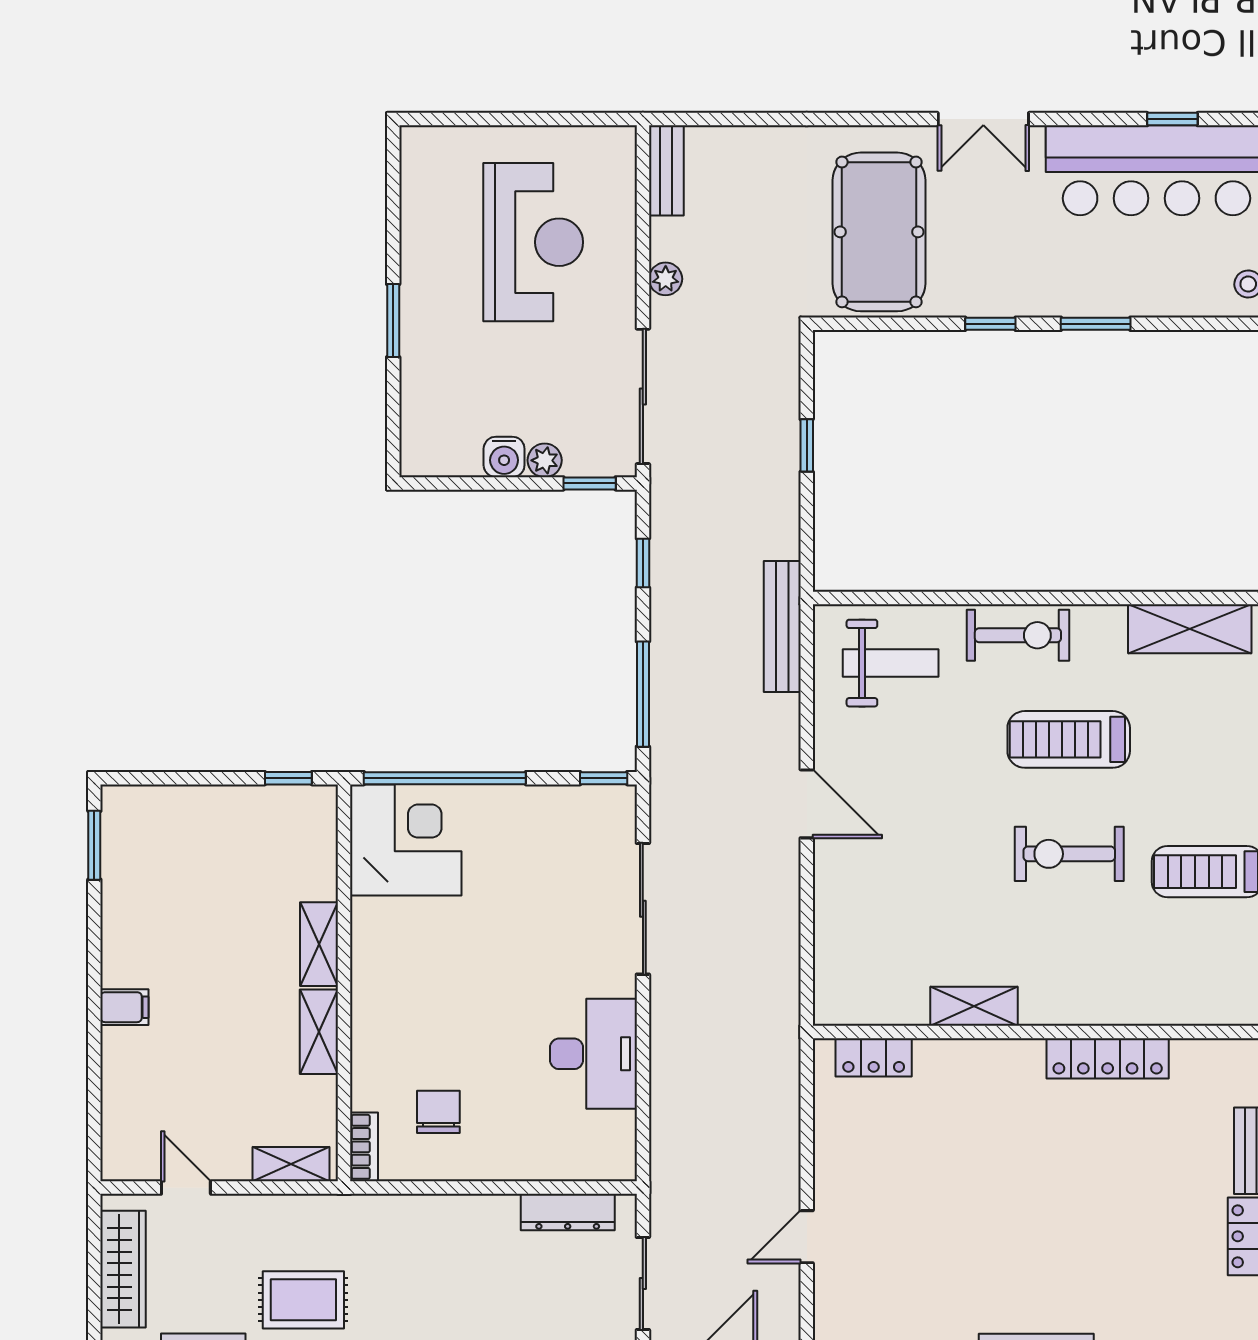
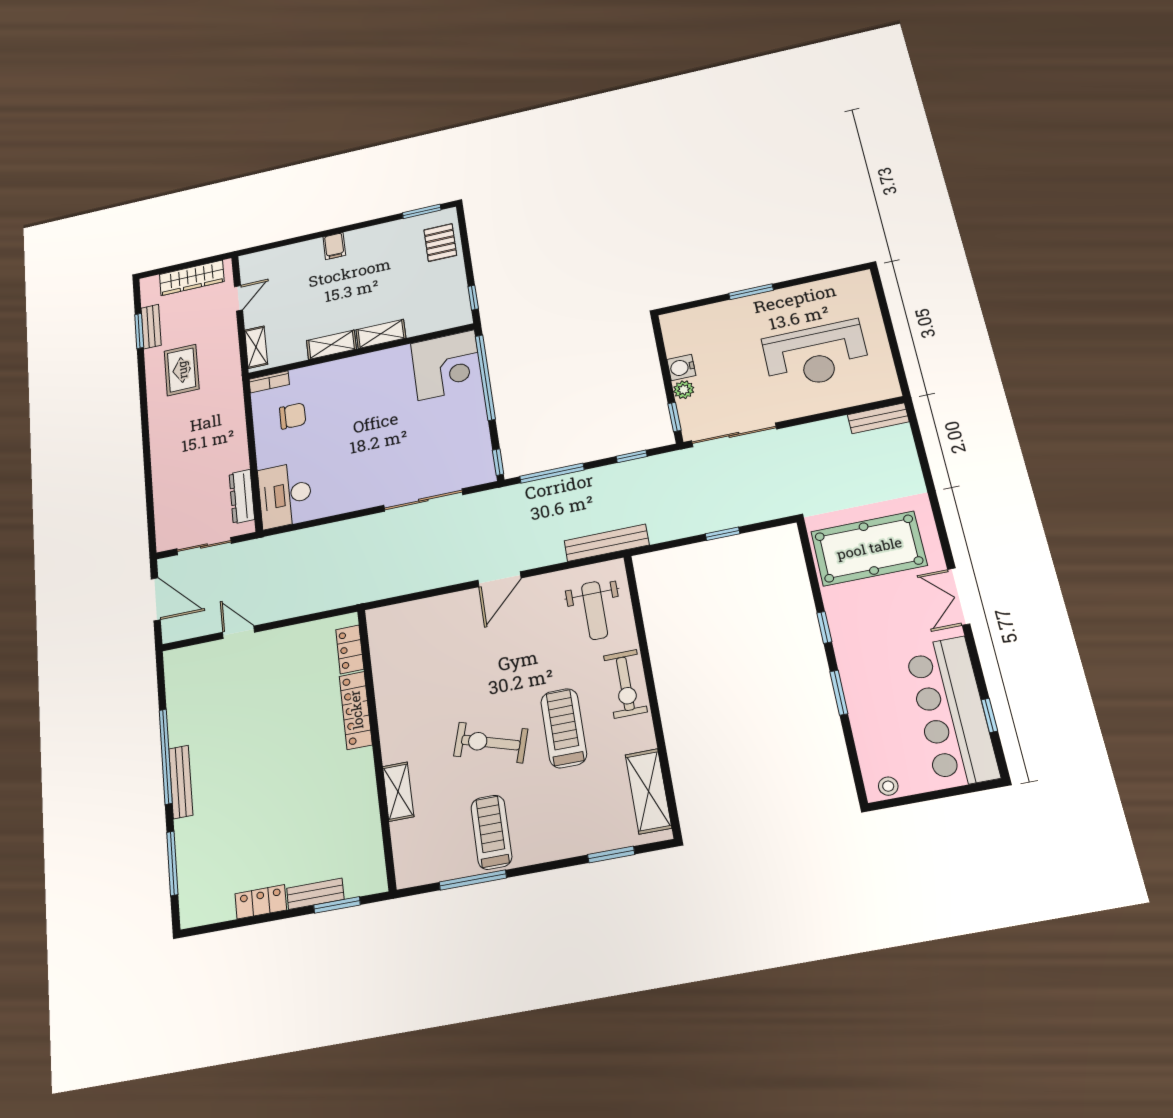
plant: (666, 279) -> (810, 432), removed
pallet: (166, 821) -> (440, 243), added
exercise bike: (1069, 854) -> (491, 743), turned -73
shelving: (974, 1006) -> (398, 792), moved
desk: (593, 1054) -> (285, 495), moved, turned 90
locker: (1108, 1058) -> (356, 710), moved

